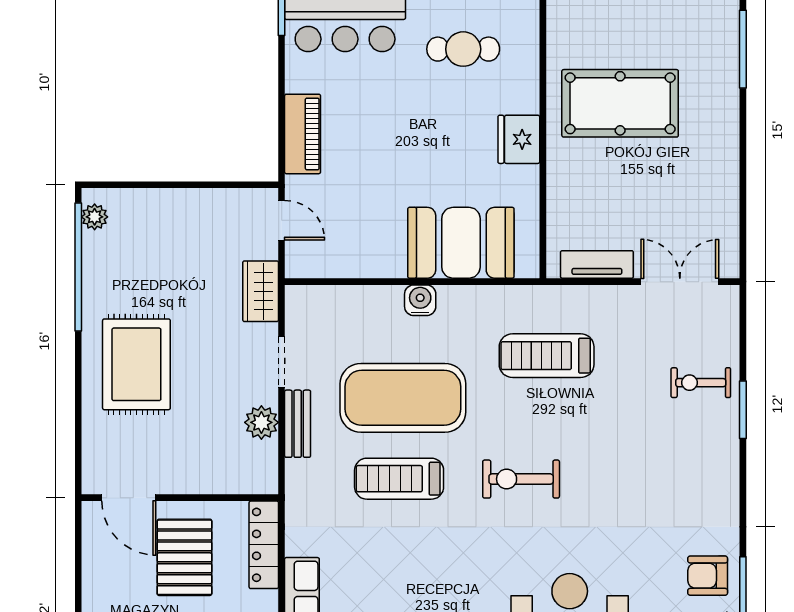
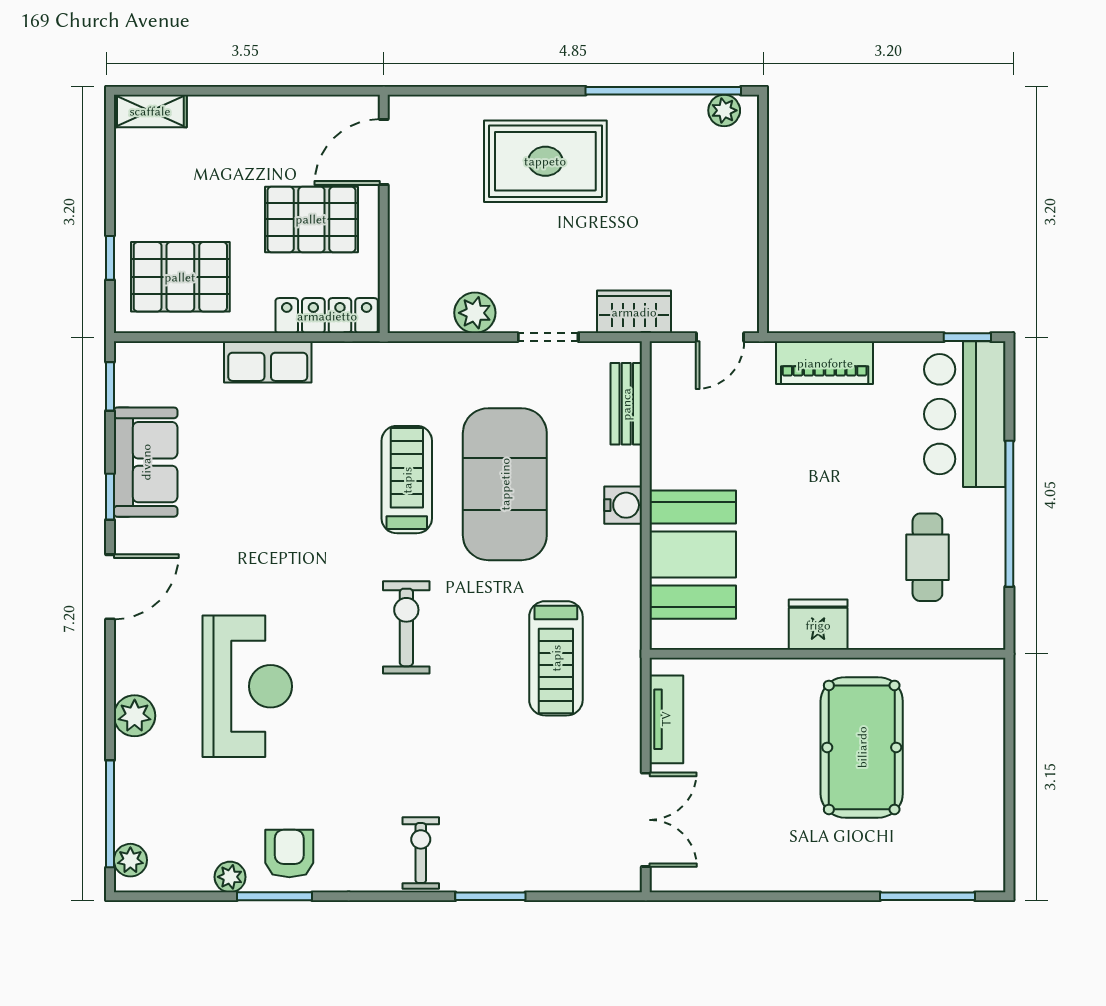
treadmill: (547, 356) -> (556, 658), turned 180
exercise bike: (701, 383) -> (421, 853), moved
bench: (298, 424) -> (626, 404), moved, turned 90

